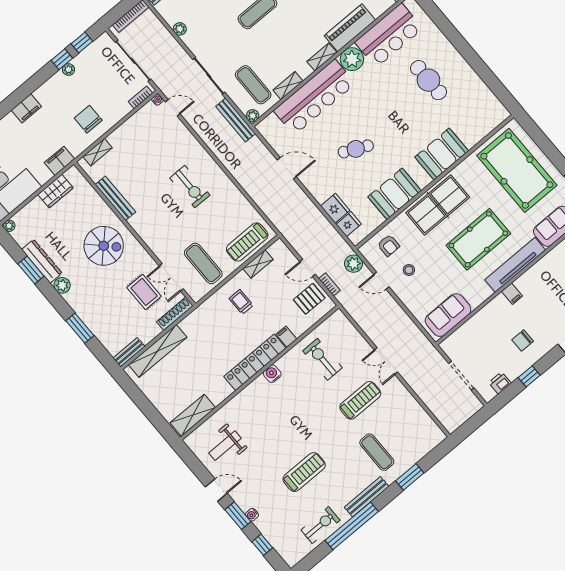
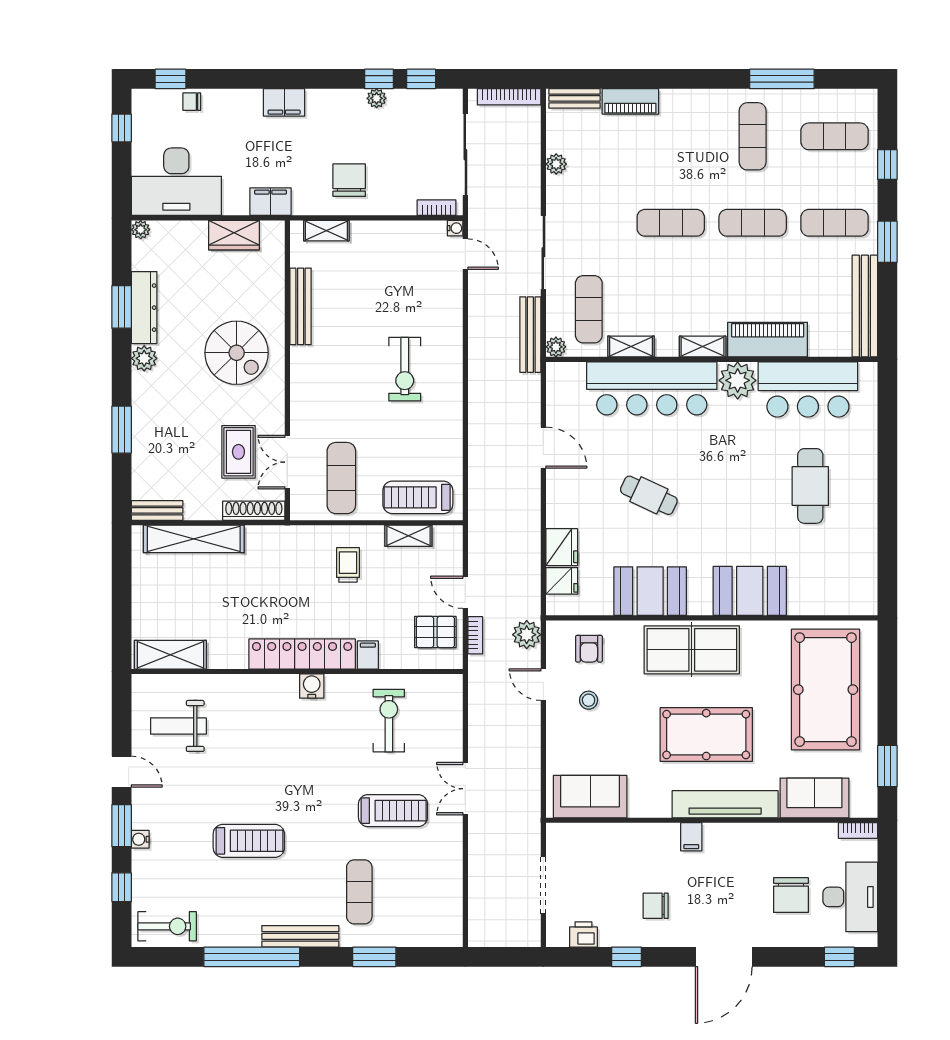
exercise bike: (320, 525) -> (167, 926), moved

